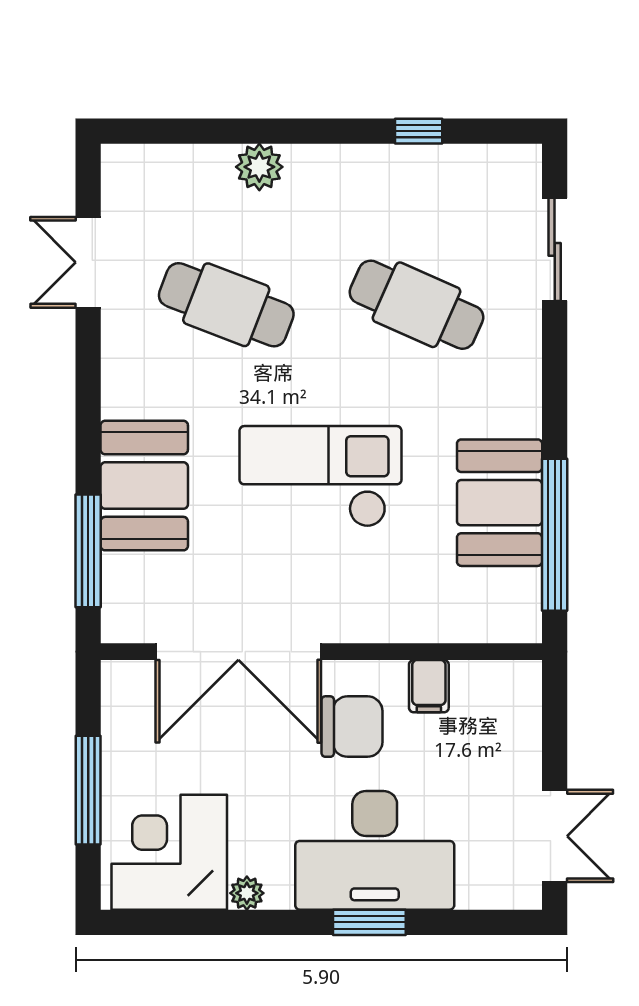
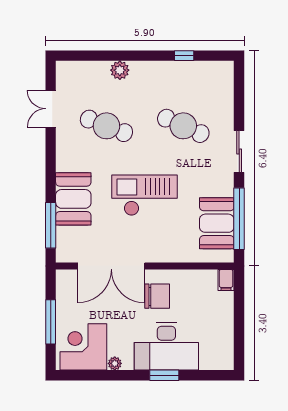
sliding door: (555, 249) -> (239, 152), moved
booth: (500, 503) -> (217, 223), moved
filing cabinet: (429, 686) -> (226, 280), moved
double door: (555, 836) -> (239, 340), removed

